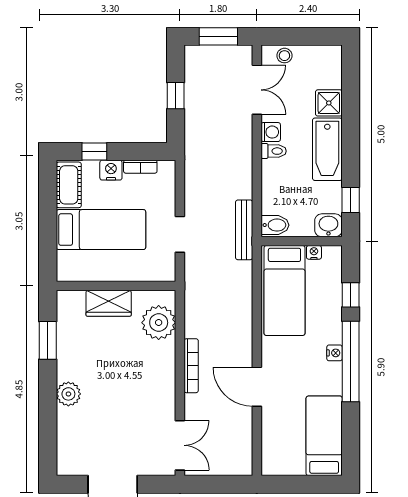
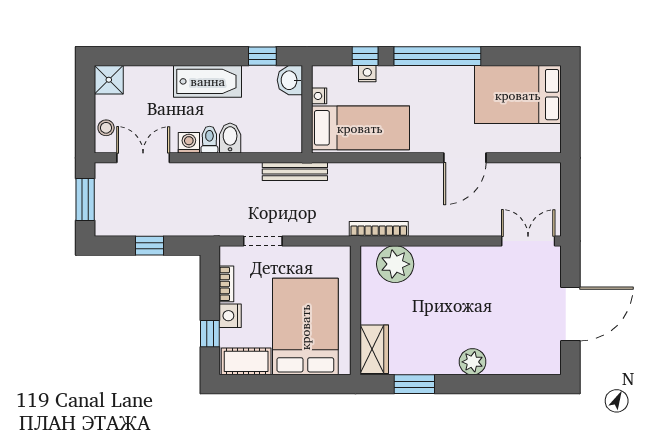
shower: (329, 103) -> (109, 80), moved
bidet: (275, 225) -> (230, 138), moved
bed: (101, 230) -> (305, 327), width x1.50
doorway: (180, 234) -> (263, 241), moved
wardrobe: (109, 303) -> (374, 349), moved
nightstand: (334, 353) -> (367, 74), moved
bookcase: (191, 366) -> (379, 229), moved
bed: (324, 436) -> (518, 95), width x1.50

